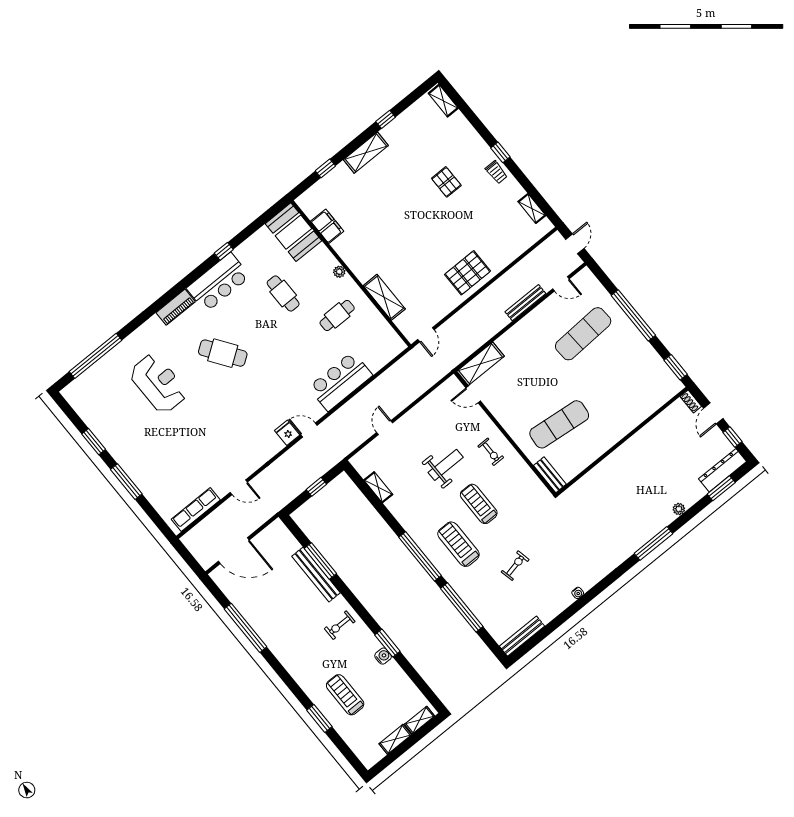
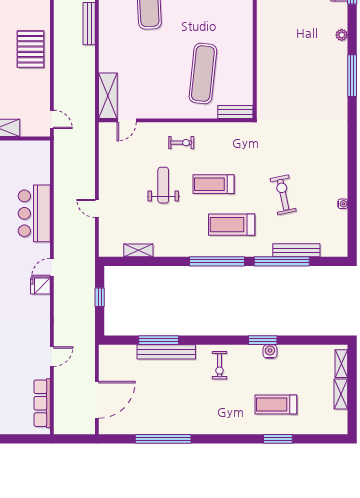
exercise bike: (515, 566) -> (283, 195), width x1.38, depth x1.39
water cooler: (578, 593) -> (343, 204), moved
bench: (522, 636) -> (296, 250), moved, turned 90

